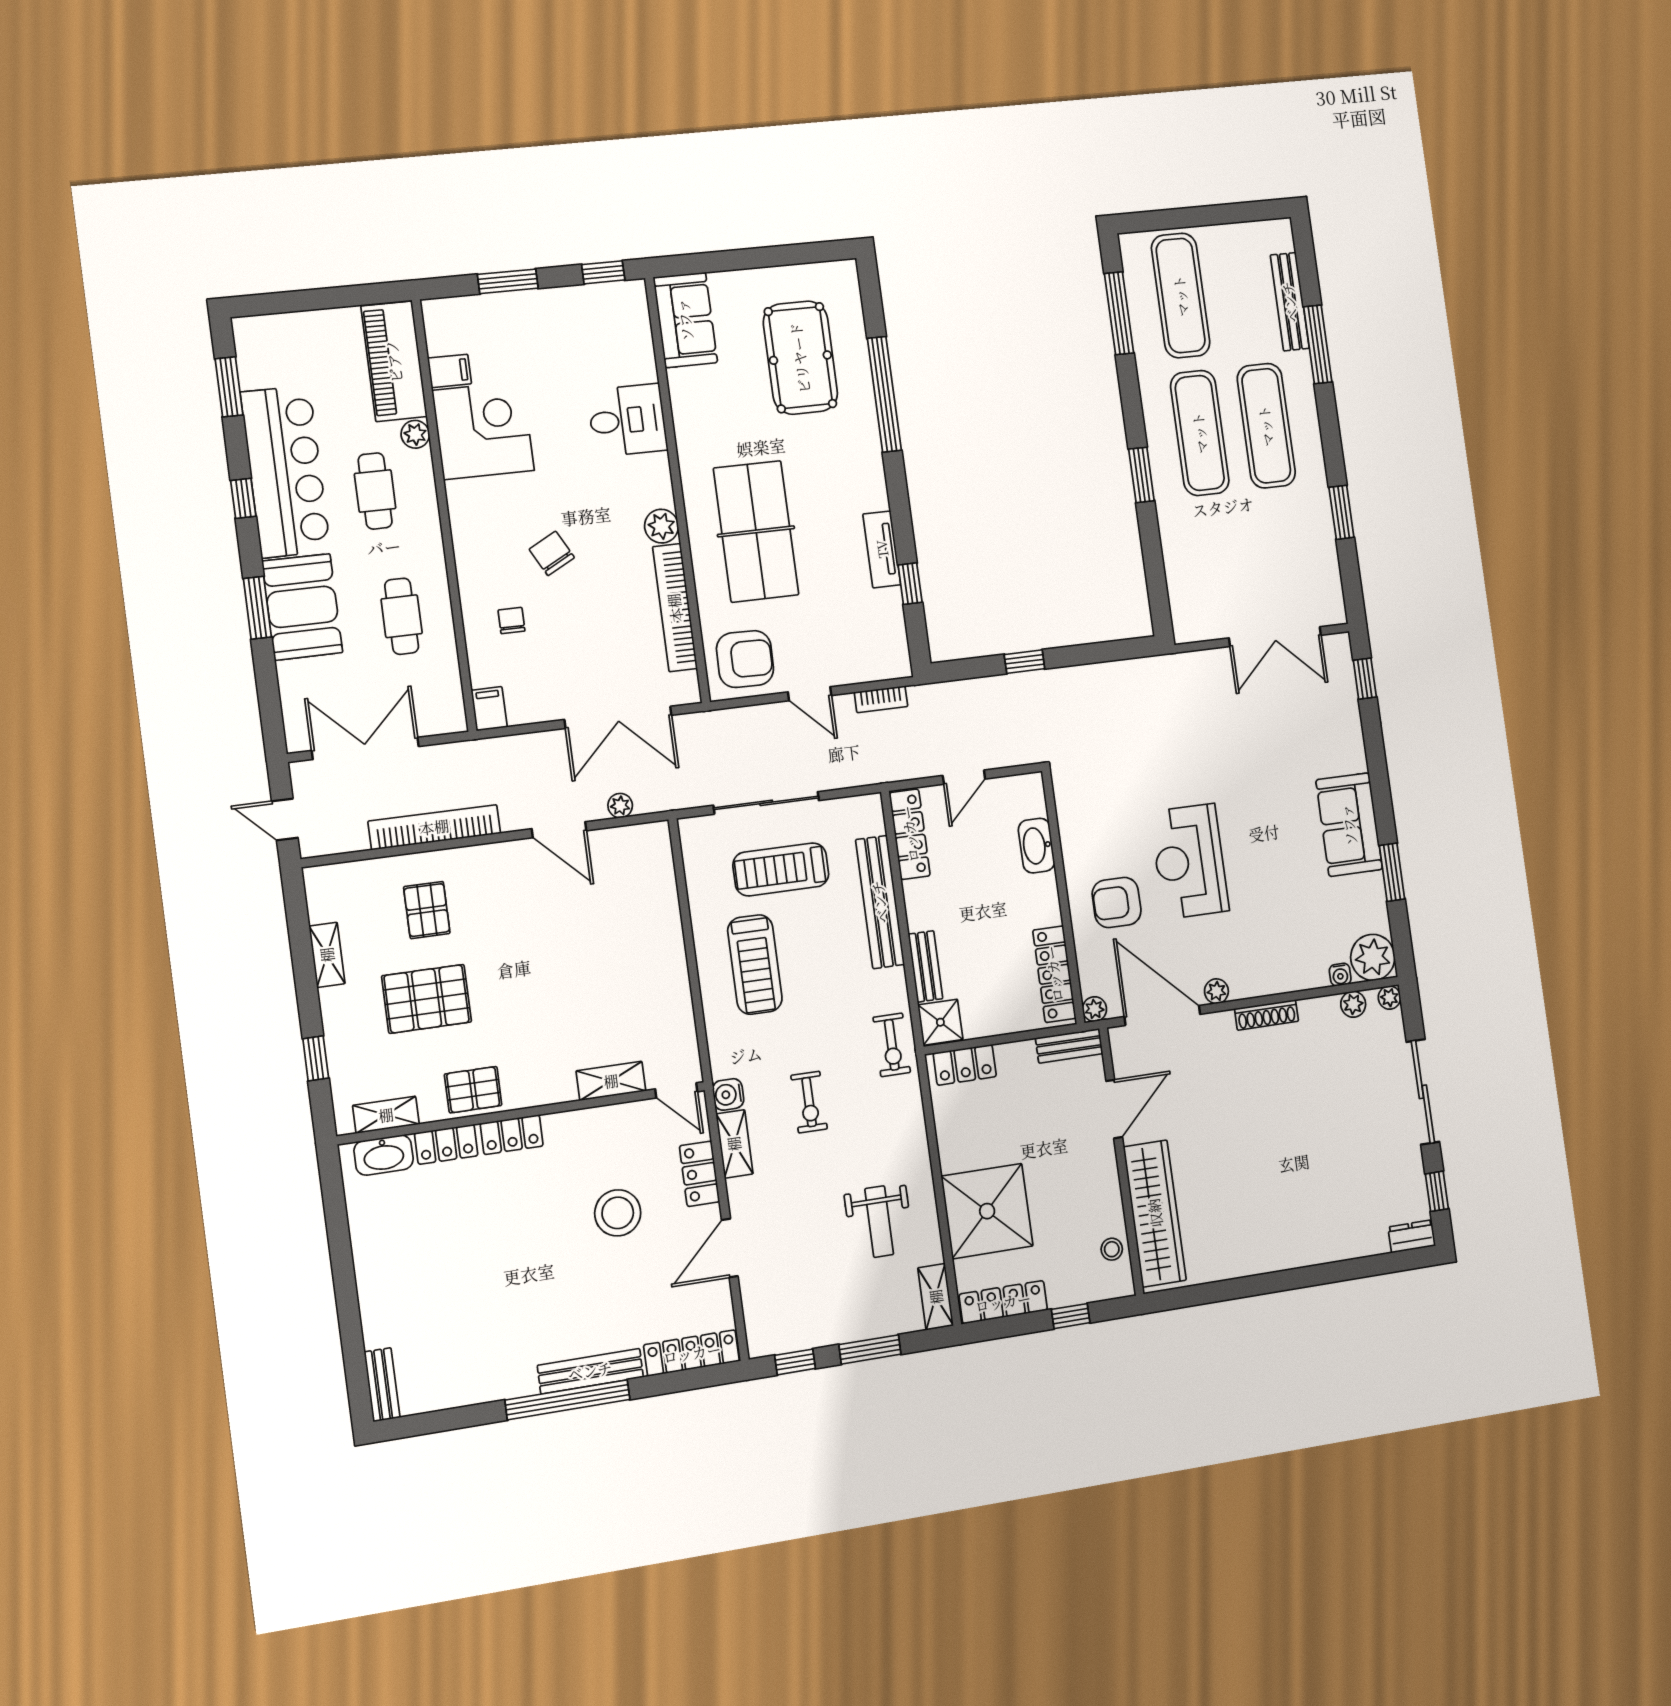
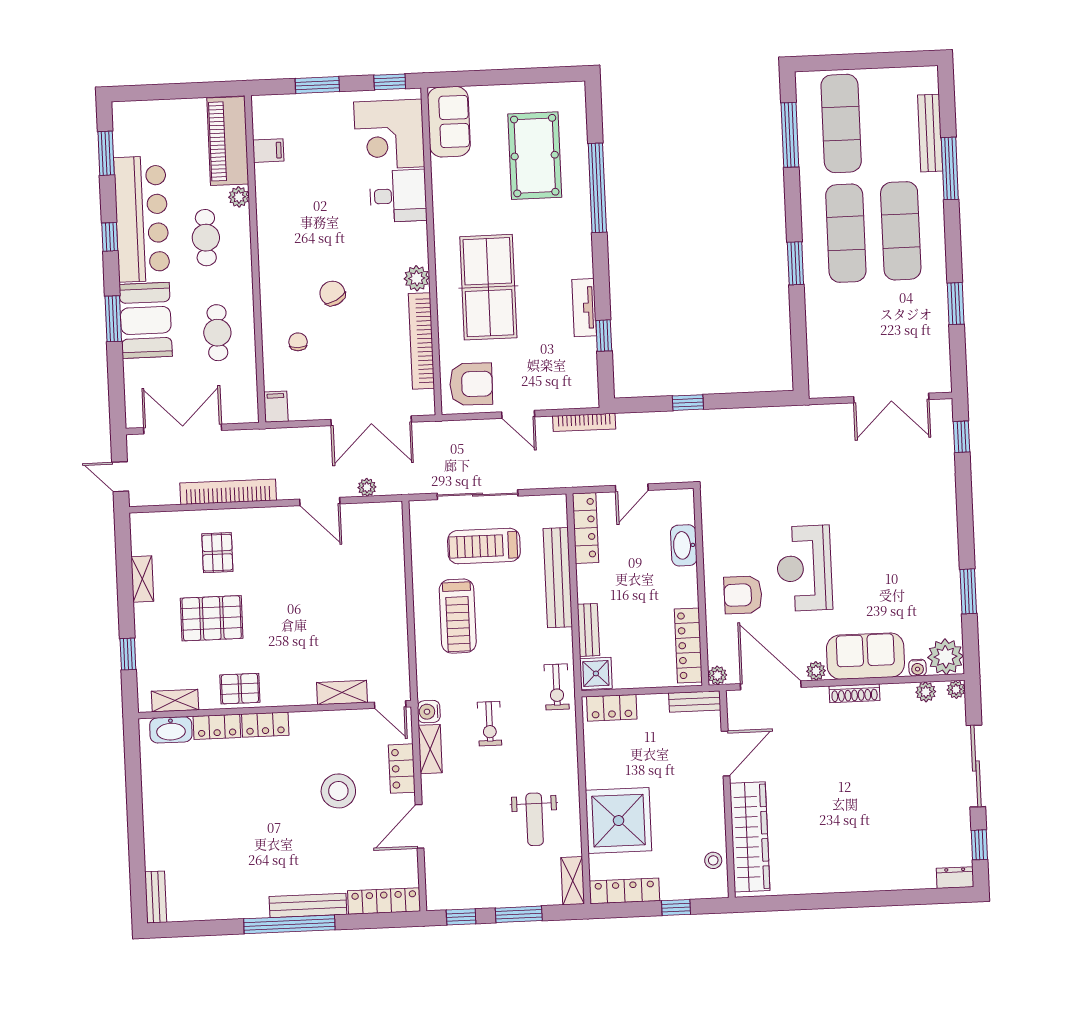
corner desk: (483, 430) -> (389, 134), moved, turned 180
bookcase: (881, 699) -> (584, 422), width x1.56
sofa: (1349, 825) -> (865, 656), moved, turned 90

